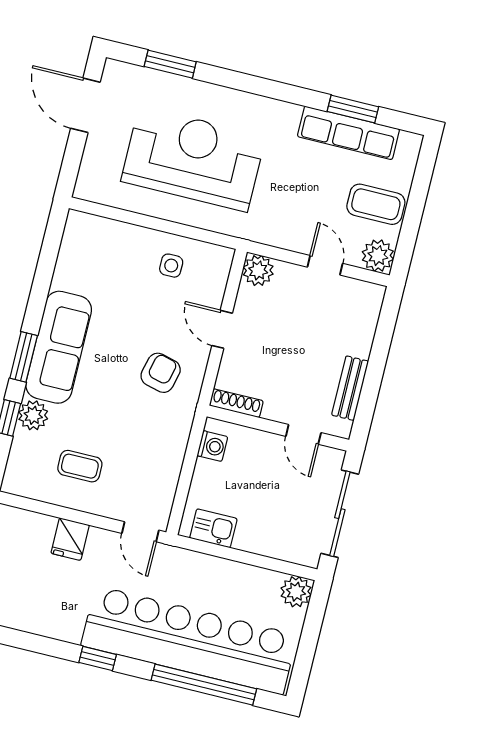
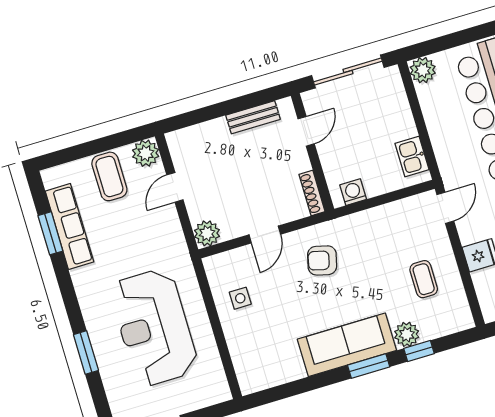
window: (170, 64) -> (86, 352), moved

